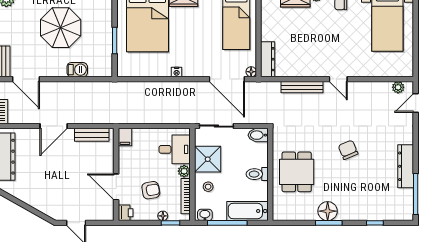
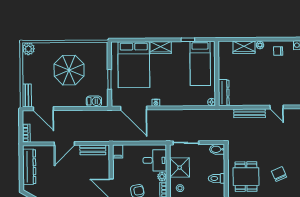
barbecue: (77, 70) -> (94, 101), moved
door: (227, 79) -> (134, 108), moved
chair: (348, 150) -> (279, 174), moved

